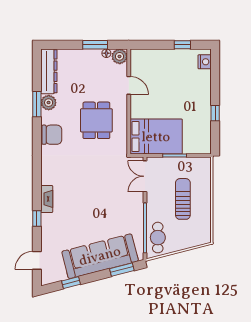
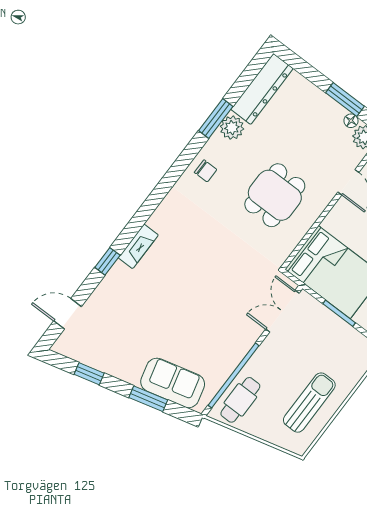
chair: (52, 135) -> (206, 171), width x0.54, depth x0.54
sun lounger: (183, 199) -> (309, 403), moved
sofa: (100, 256) -> (173, 383), width x0.54, depth x0.79
window: (122, 270) -> (148, 399), moved

